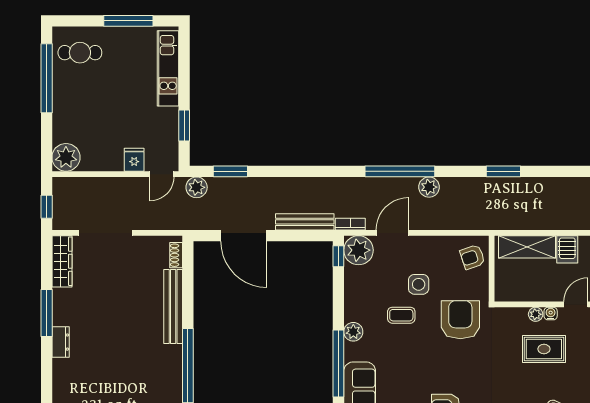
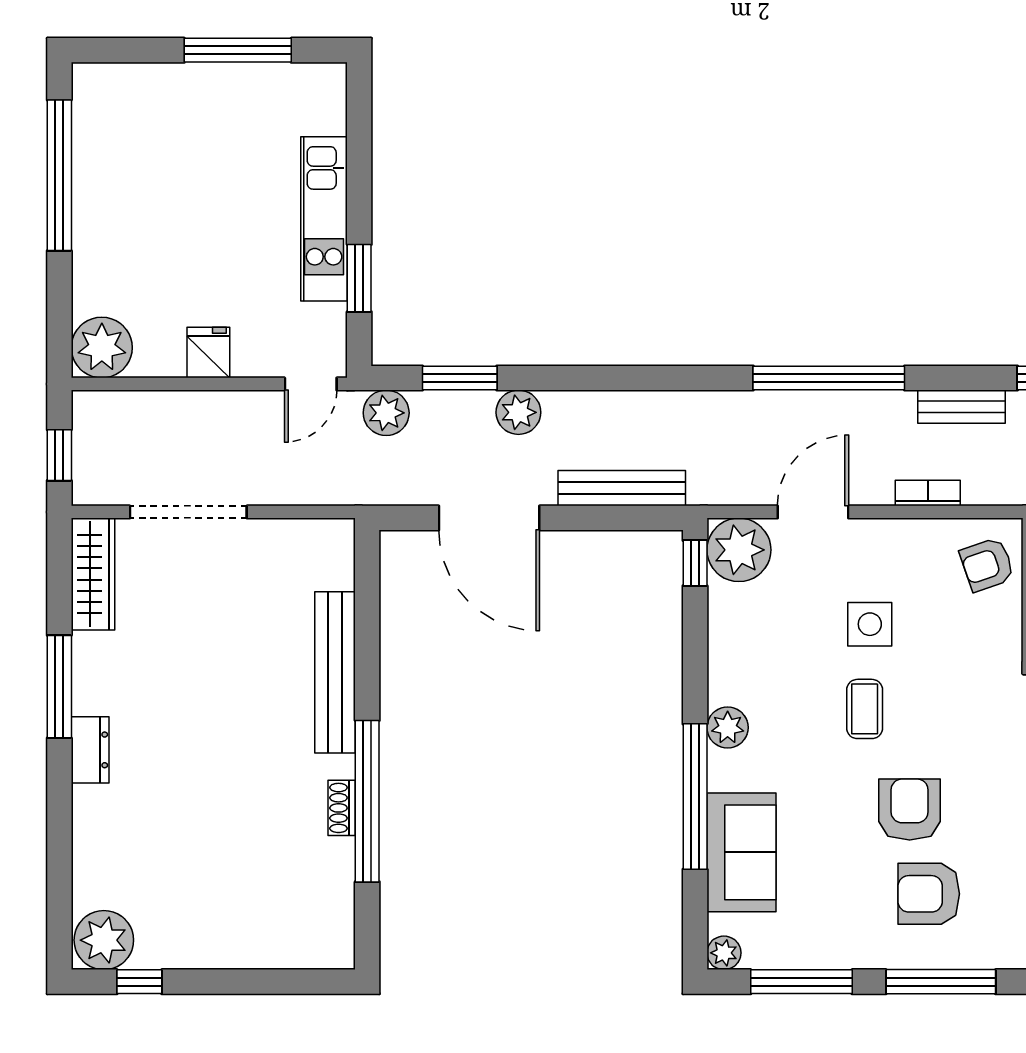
cafe table: (80, 53) -> (132, 119), removed
kitchen unit: (168, 68) -> (324, 219), moved
fridge: (134, 160) -> (208, 353), moved
bench: (461, 184) -> (962, 407), added
plant: (429, 187) -> (518, 412), moved
bookcase: (350, 224) -> (928, 493), moved
shoe rack: (176, 255) -> (342, 808), moved
coffee table: (401, 315) -> (865, 709), moved, turned 90
armchair: (460, 320) -> (910, 810), moved, width x0.73, depth x0.73

